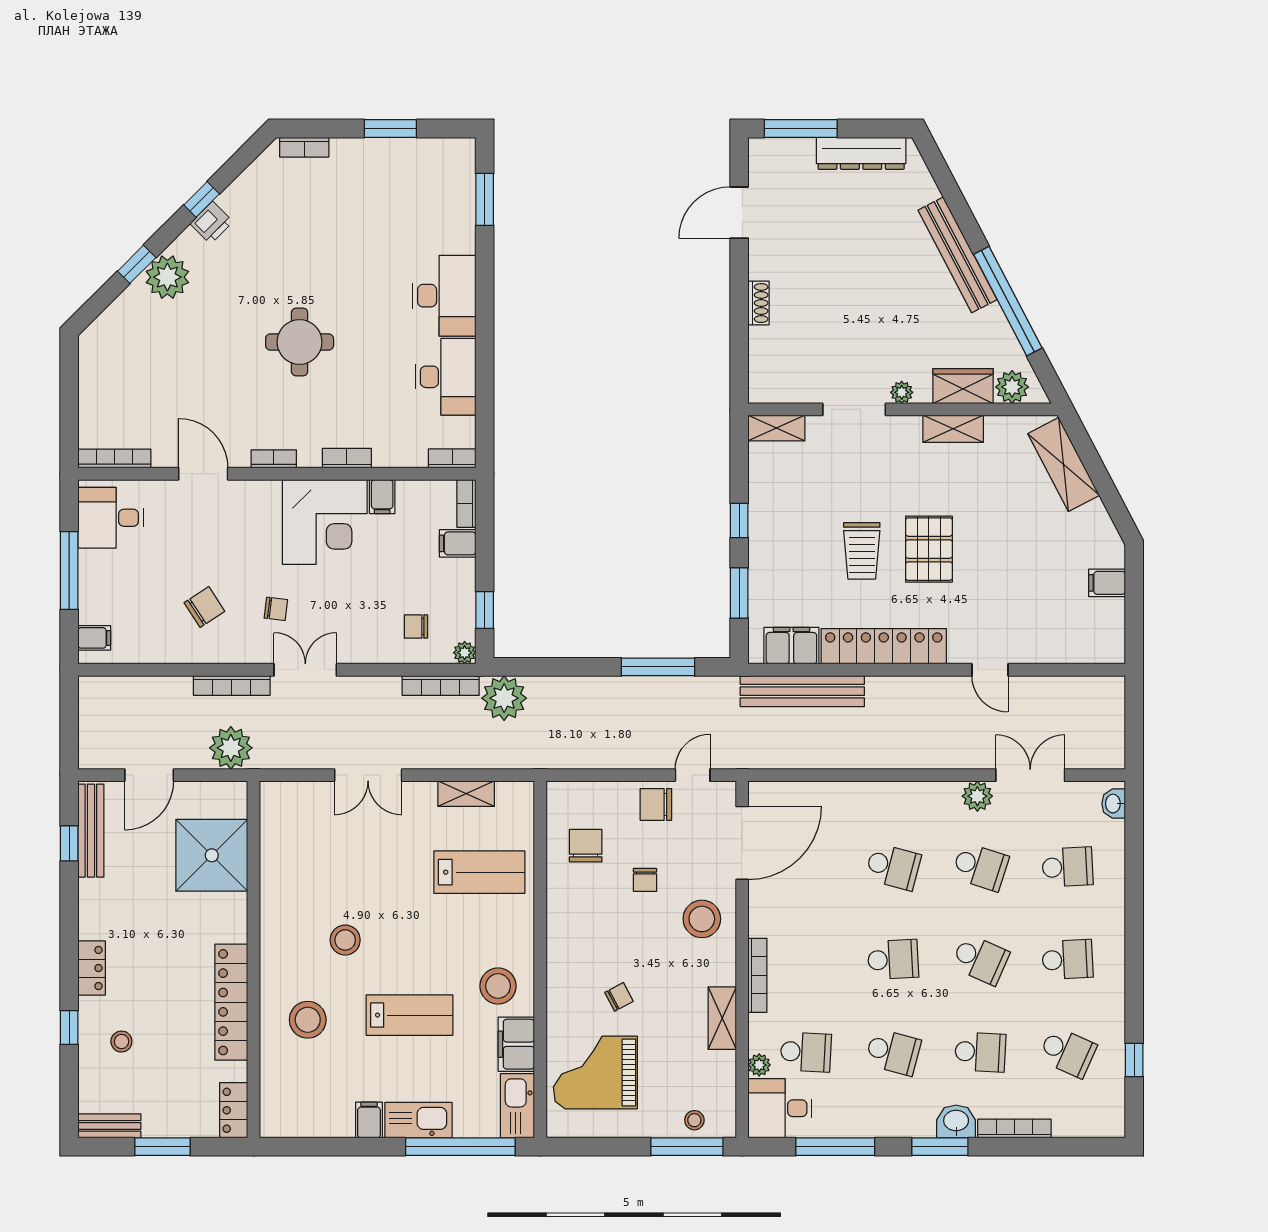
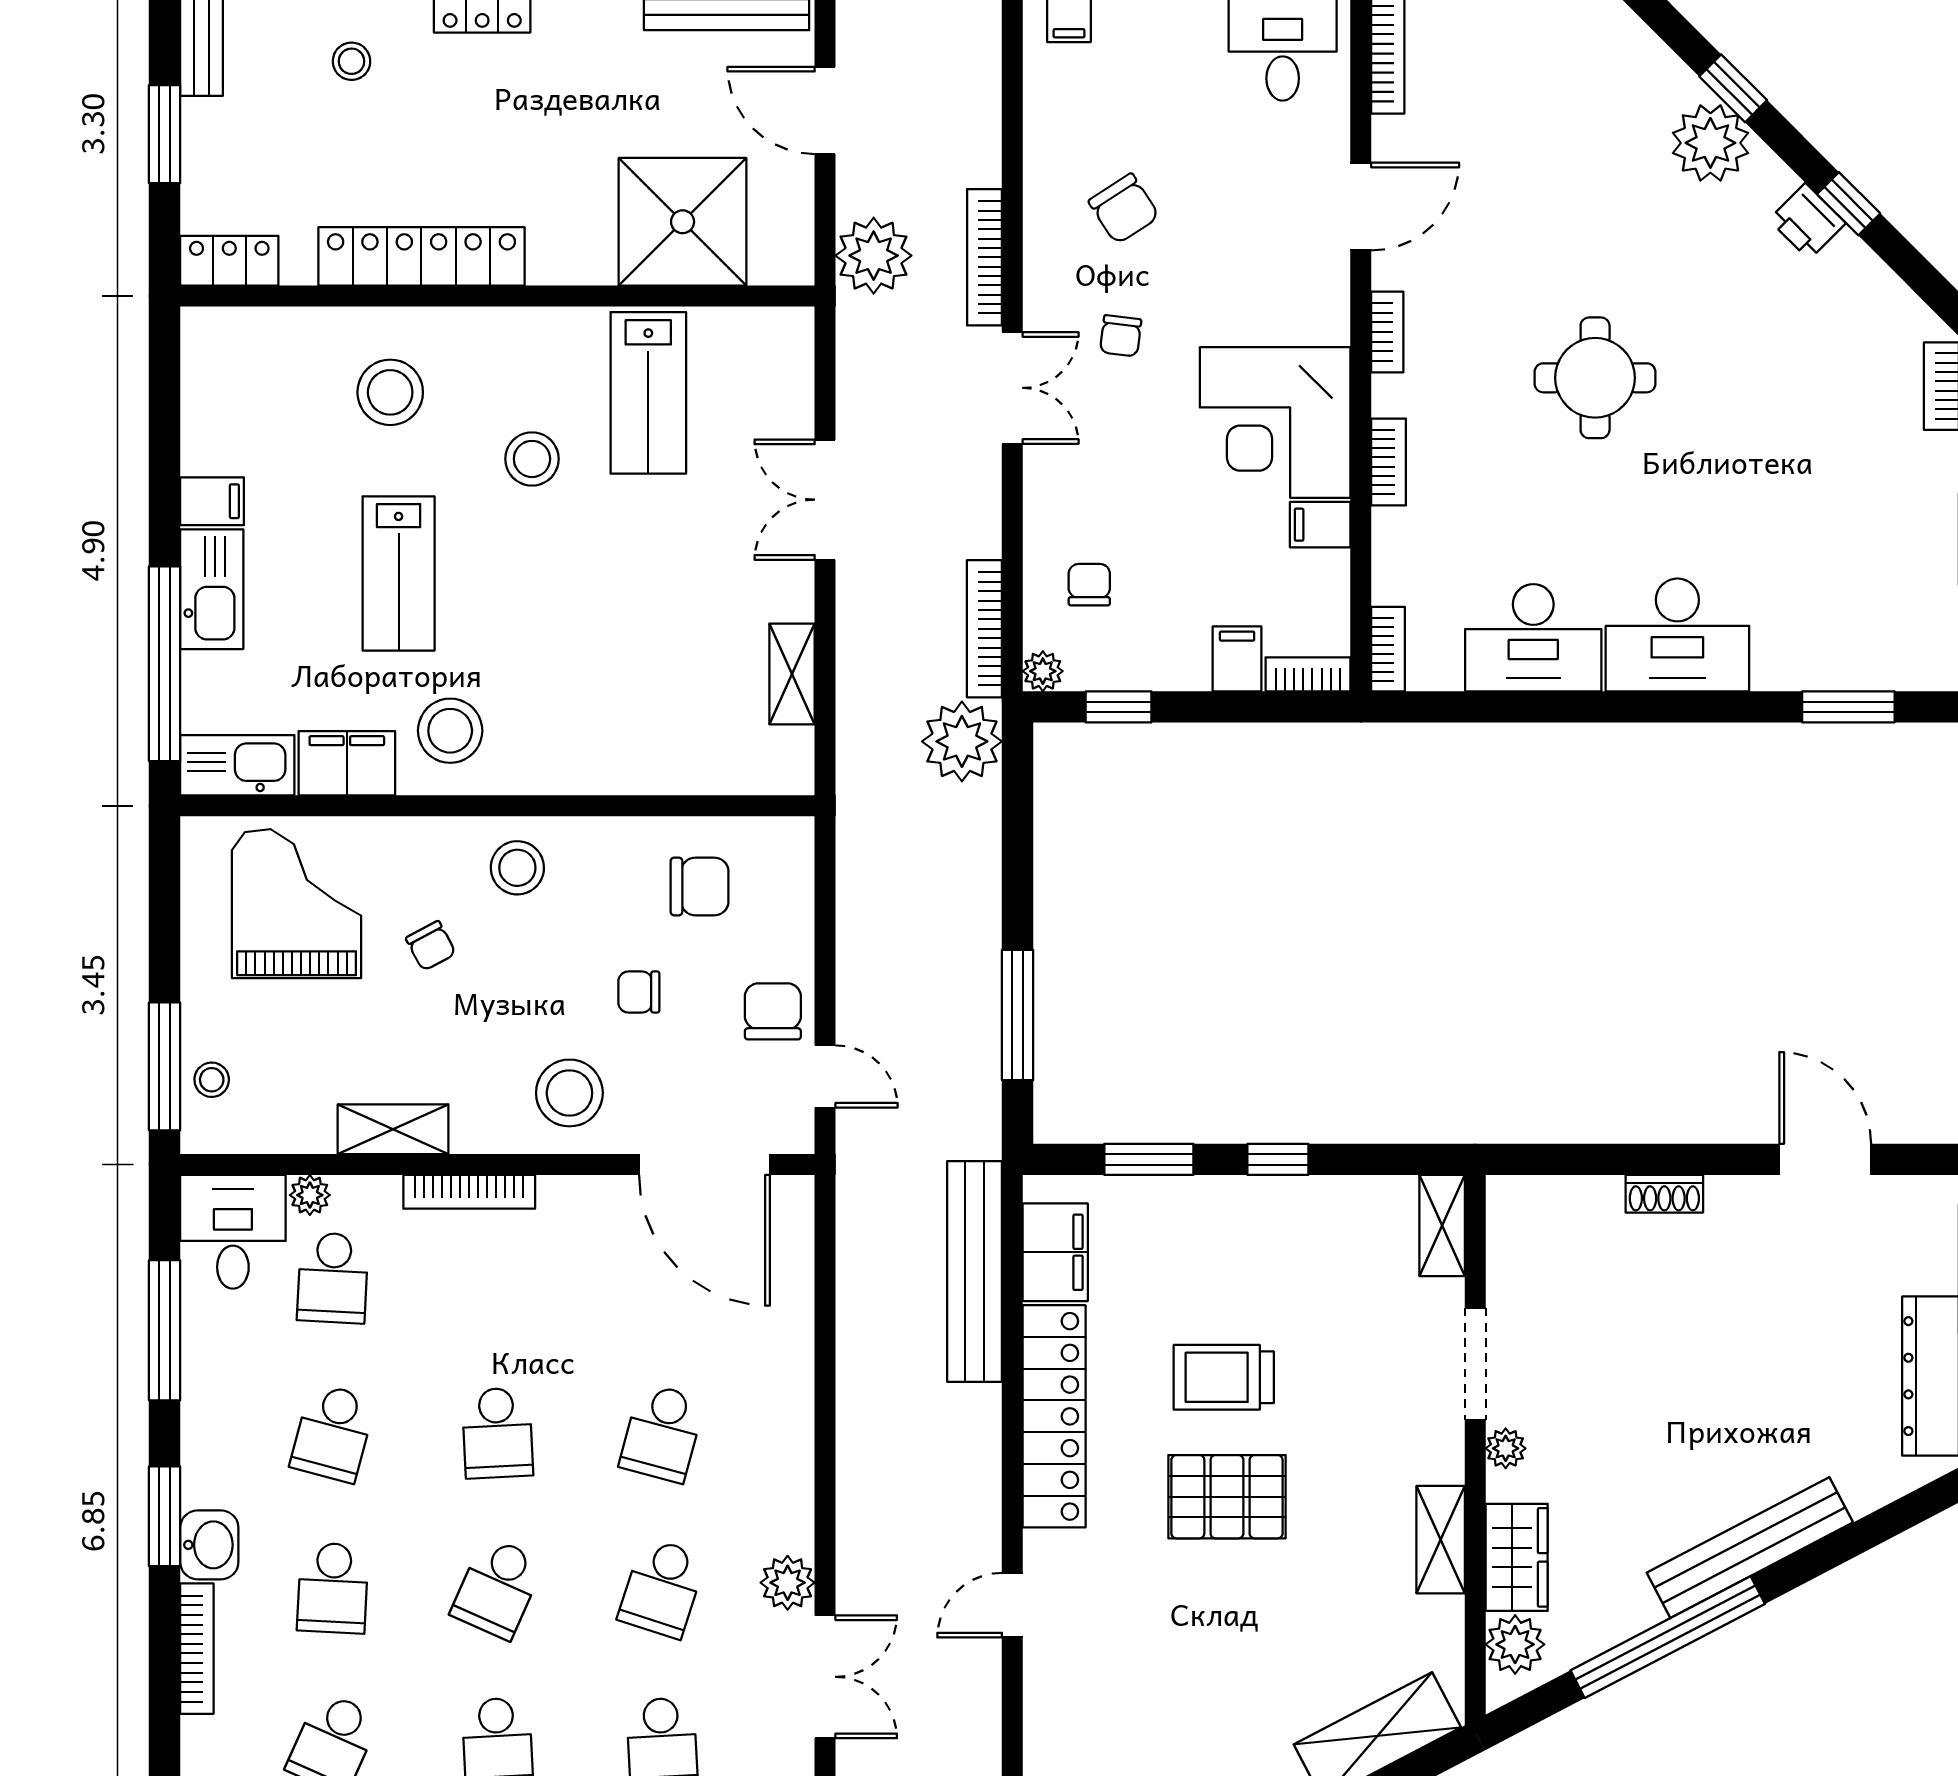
lab bench: (479, 872) -> (648, 393), moved
stool: (575, 948) -> (517, 868), added

